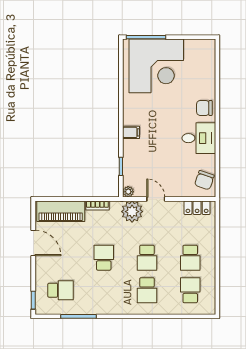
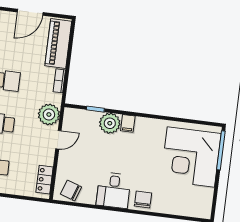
plant: (128, 192) -> (110, 123), moved, width x1.88, depth x1.88

